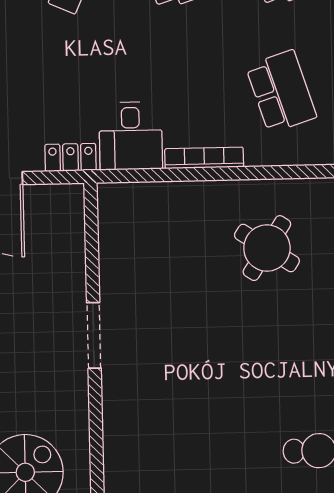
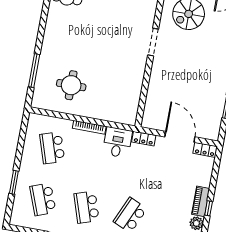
round table: (267, 248) -> (71, 85), turned -33
doorway: (94, 335) -> (153, 42), moved

